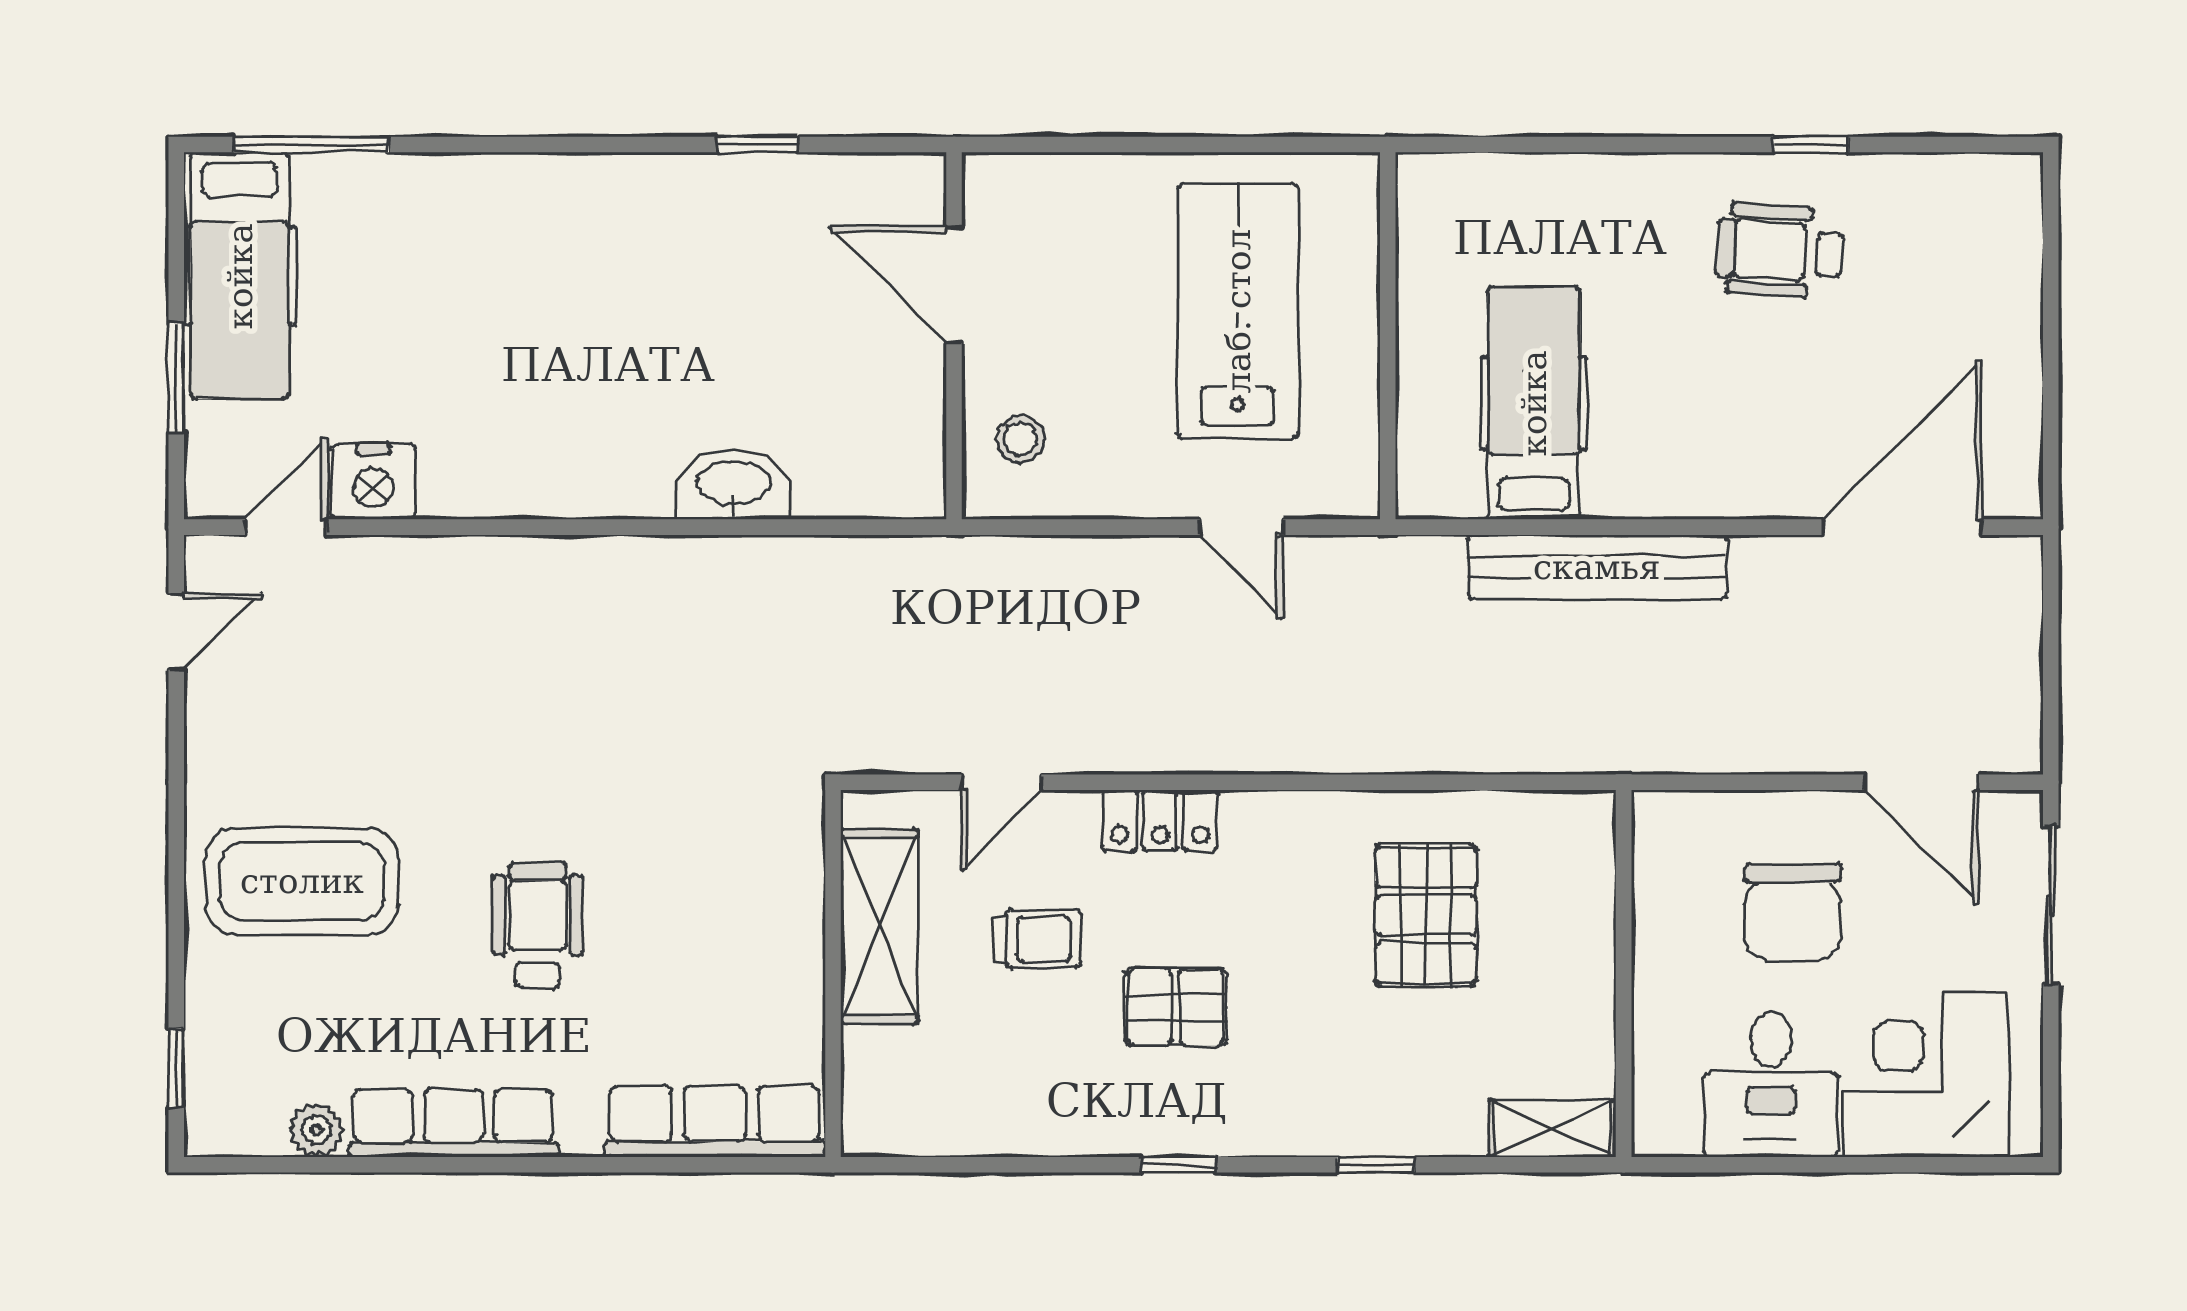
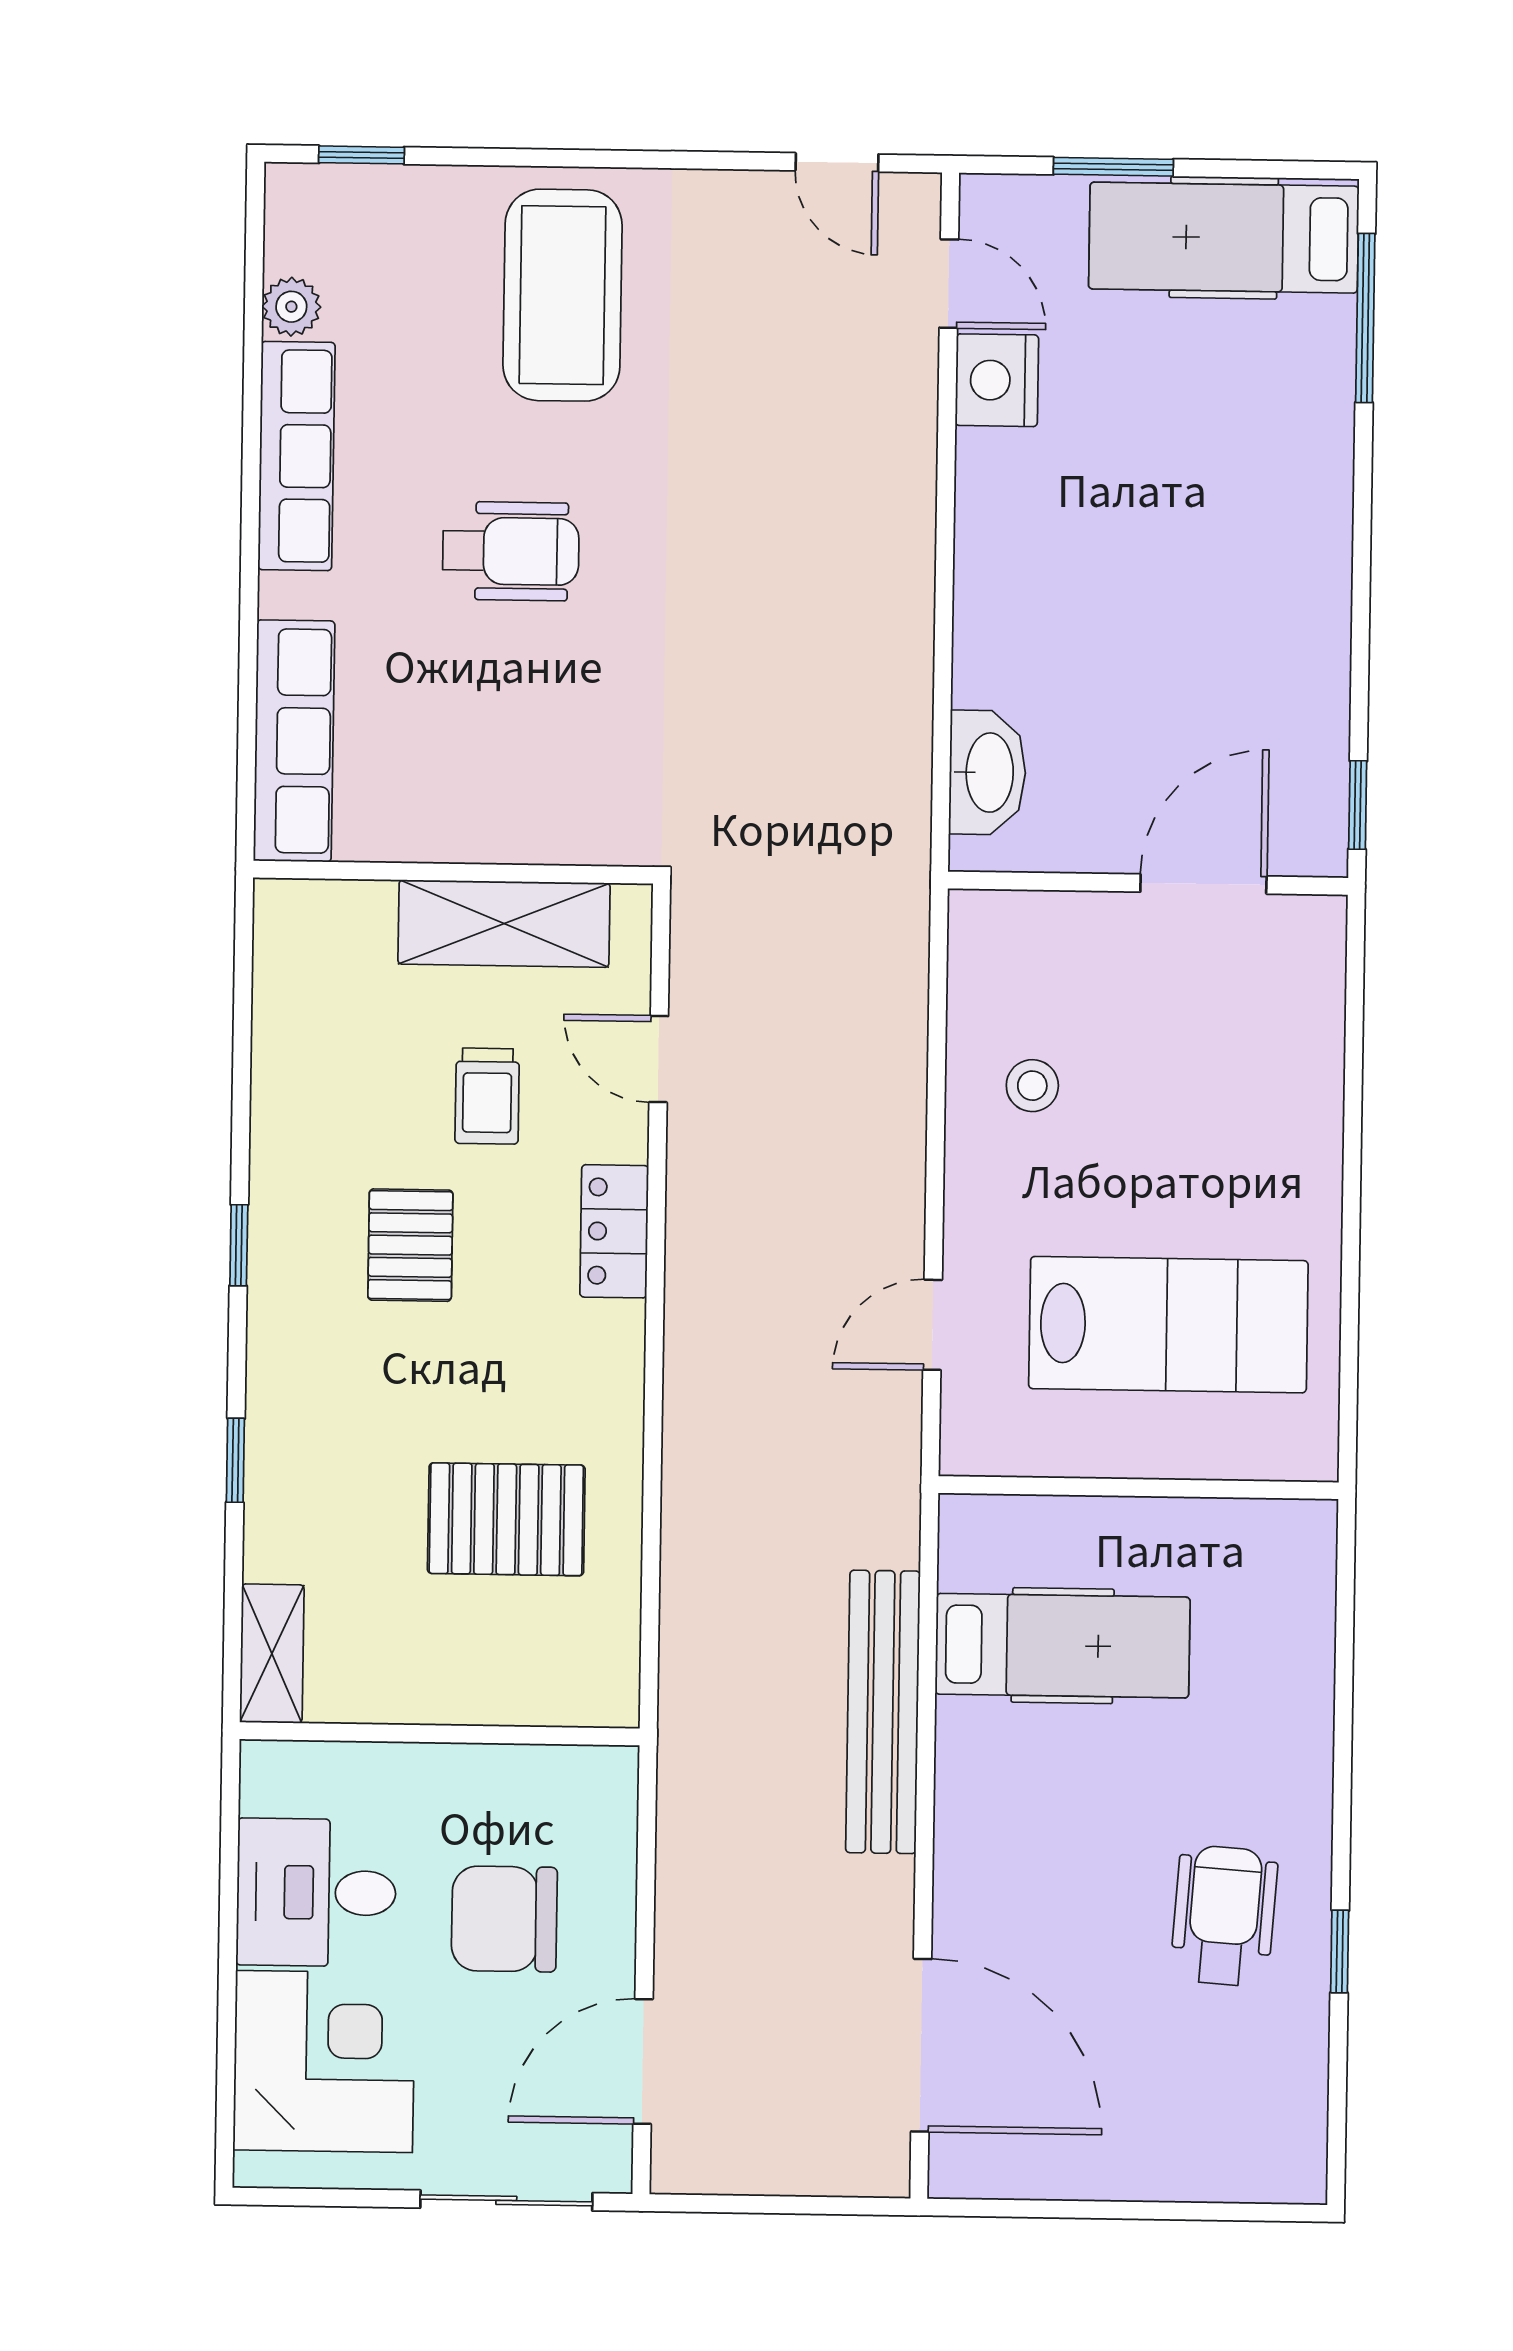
door: (954, 285) -> (1203, 884), moved
wall: (954, 336) -> (1148, 883), moved

